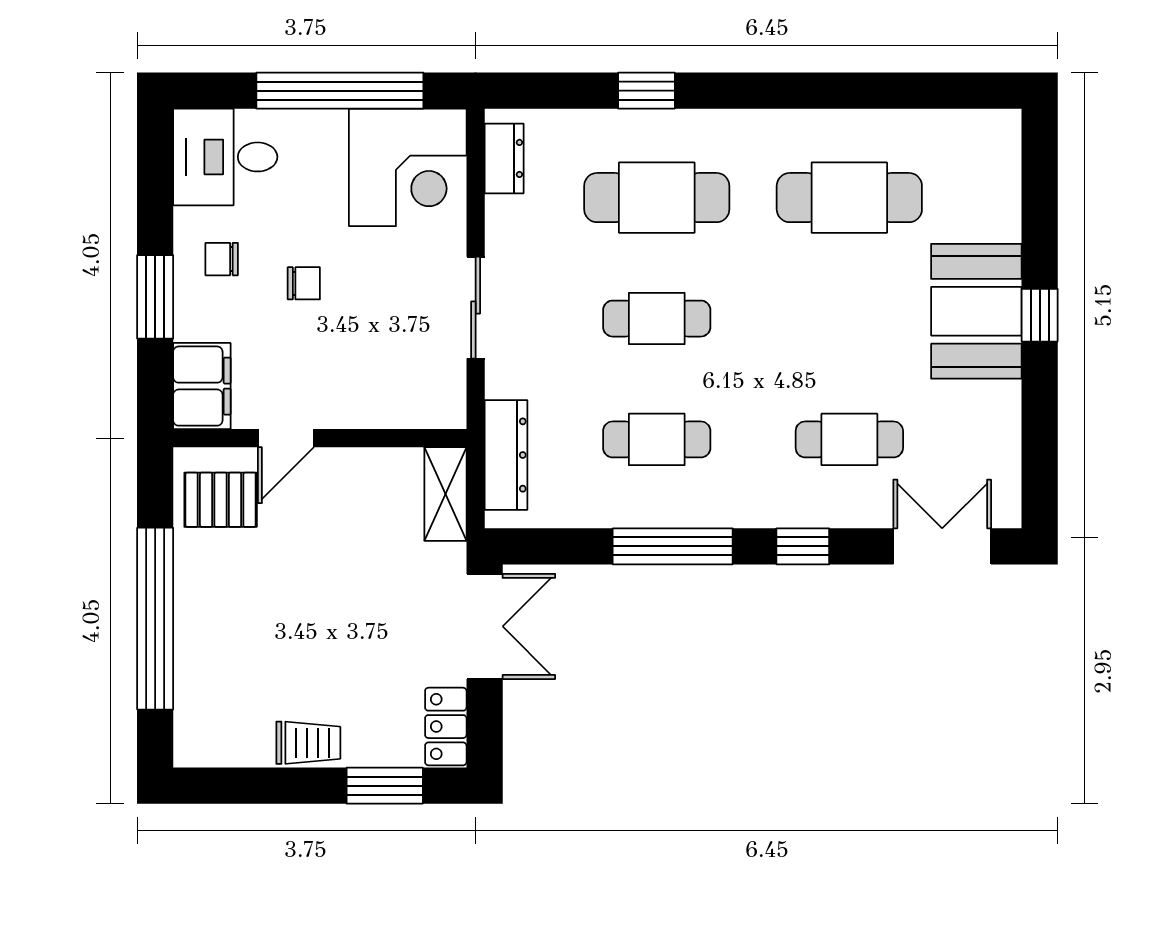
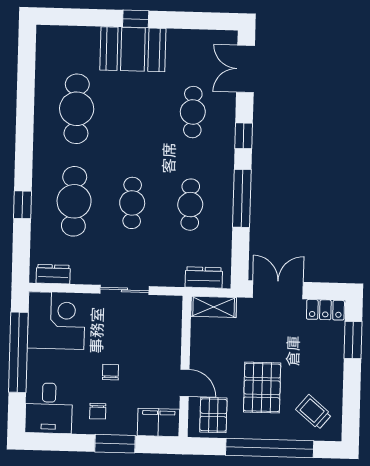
dresser: (506, 455) -> (204, 277), width x0.70
pallet: (281, 599) -> (262, 387), added
trolley: (308, 743) -> (314, 412), moved, turned -50

